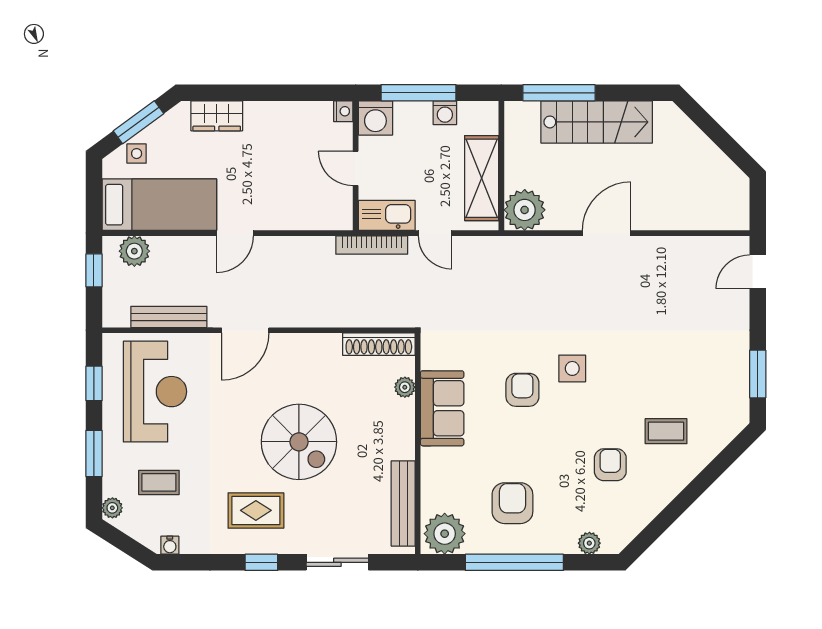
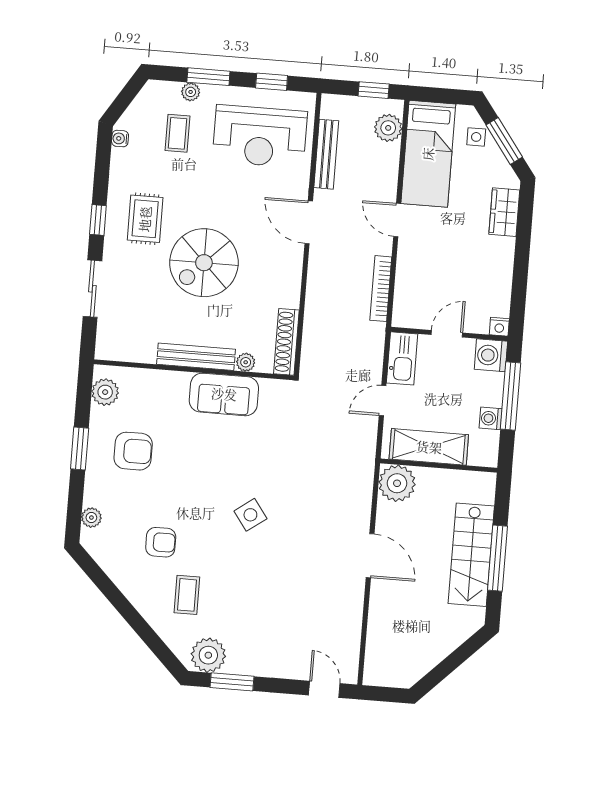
window: (559, 93) -> (497, 558), moved
bookcase: (372, 245) -> (381, 289), moved
side table: (572, 368) -> (250, 515), turned -36
armchair: (522, 390) -> (235, 468), removed
plant: (730, 402) -> (208, 655), added
bench: (403, 503) -> (196, 357), moved
plant: (112, 508) -> (191, 92), moved
plant: (445, 534) -> (105, 392), width x0.73, depth x0.73
window: (514, 562) -> (80, 448), width x0.47

